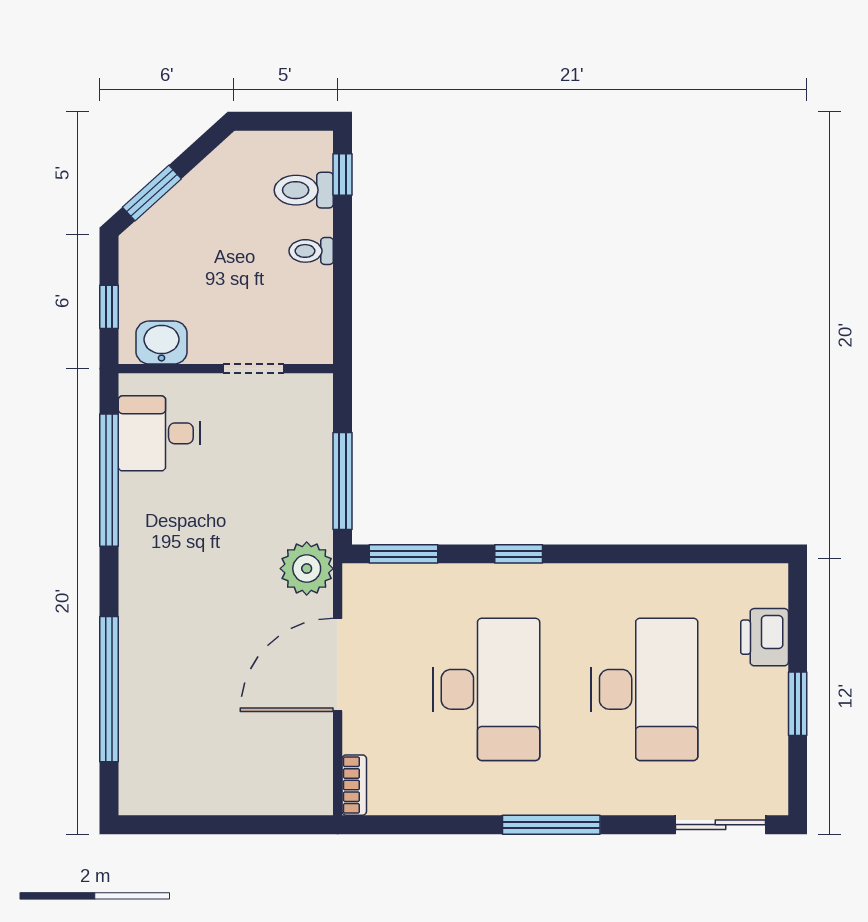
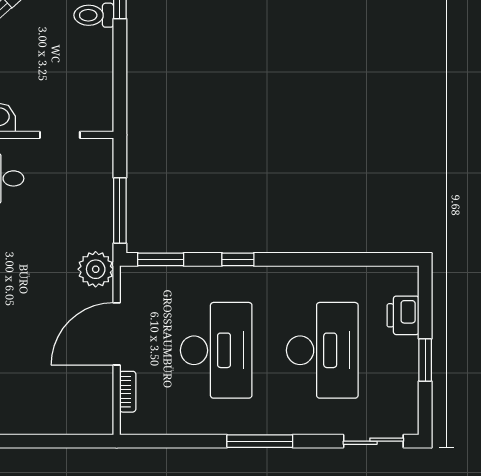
toilet: (311, 251) -> (99, 56), removed
bookcase: (354, 785) -> (128, 392), moved

